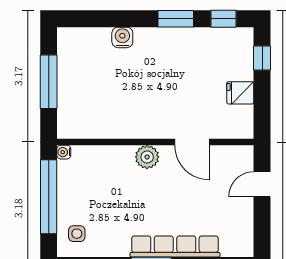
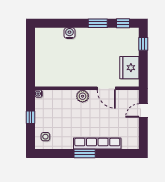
window: (49, 82) -> (31, 56), removed
fridge: (240, 93) -> (129, 68), width x1.88, depth x1.34
window: (49, 197) -> (31, 117), width x0.32

